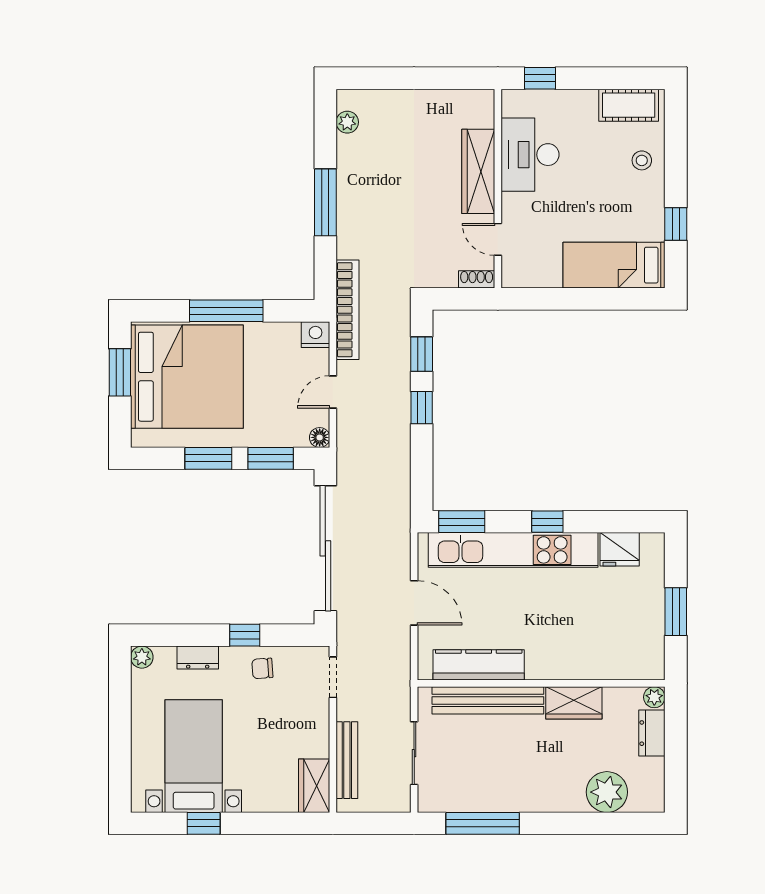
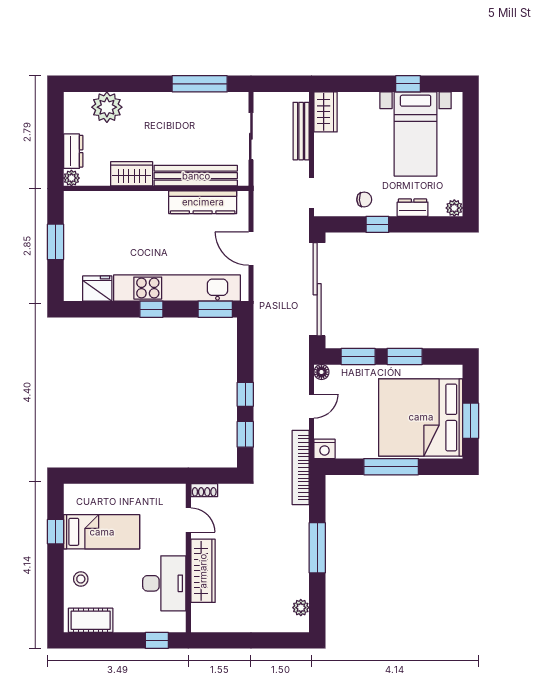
bed: (614, 265) -> (102, 532), moved

